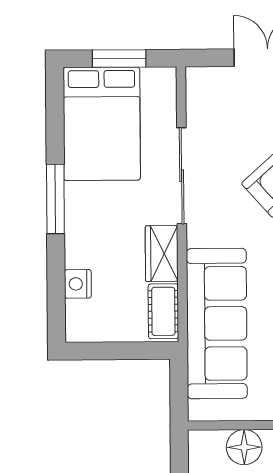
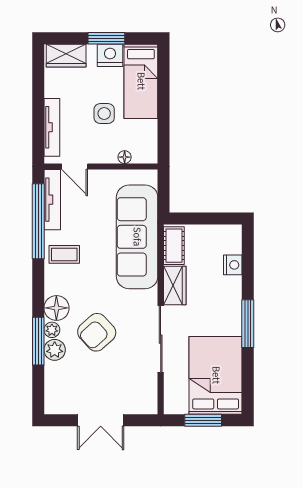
floor lamp: (244, 447) -> (125, 157), width x0.53, depth x0.53

